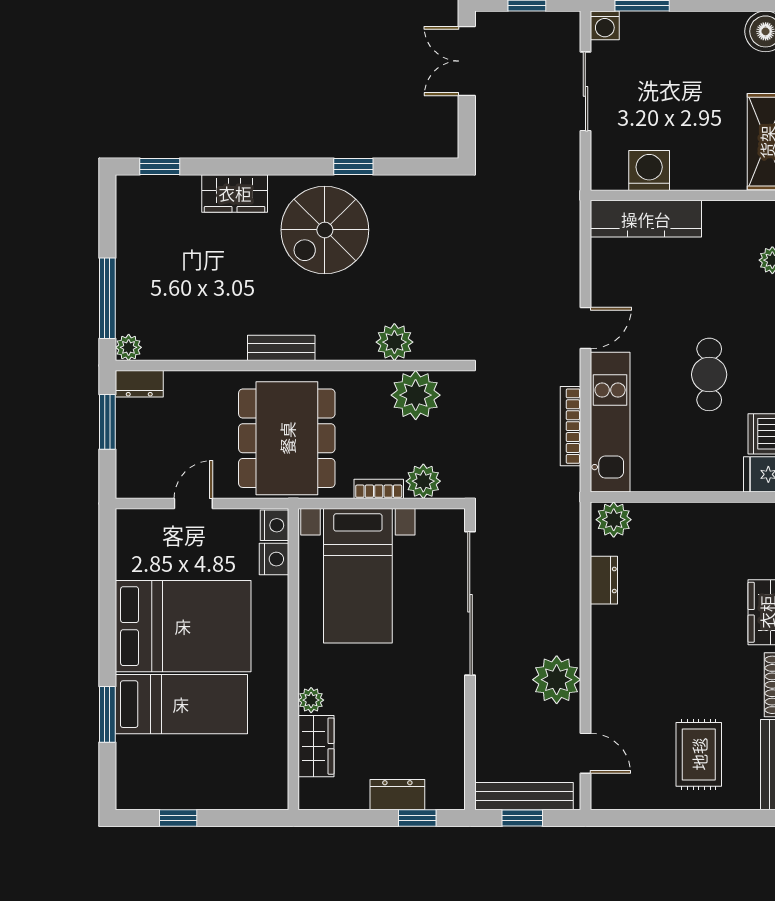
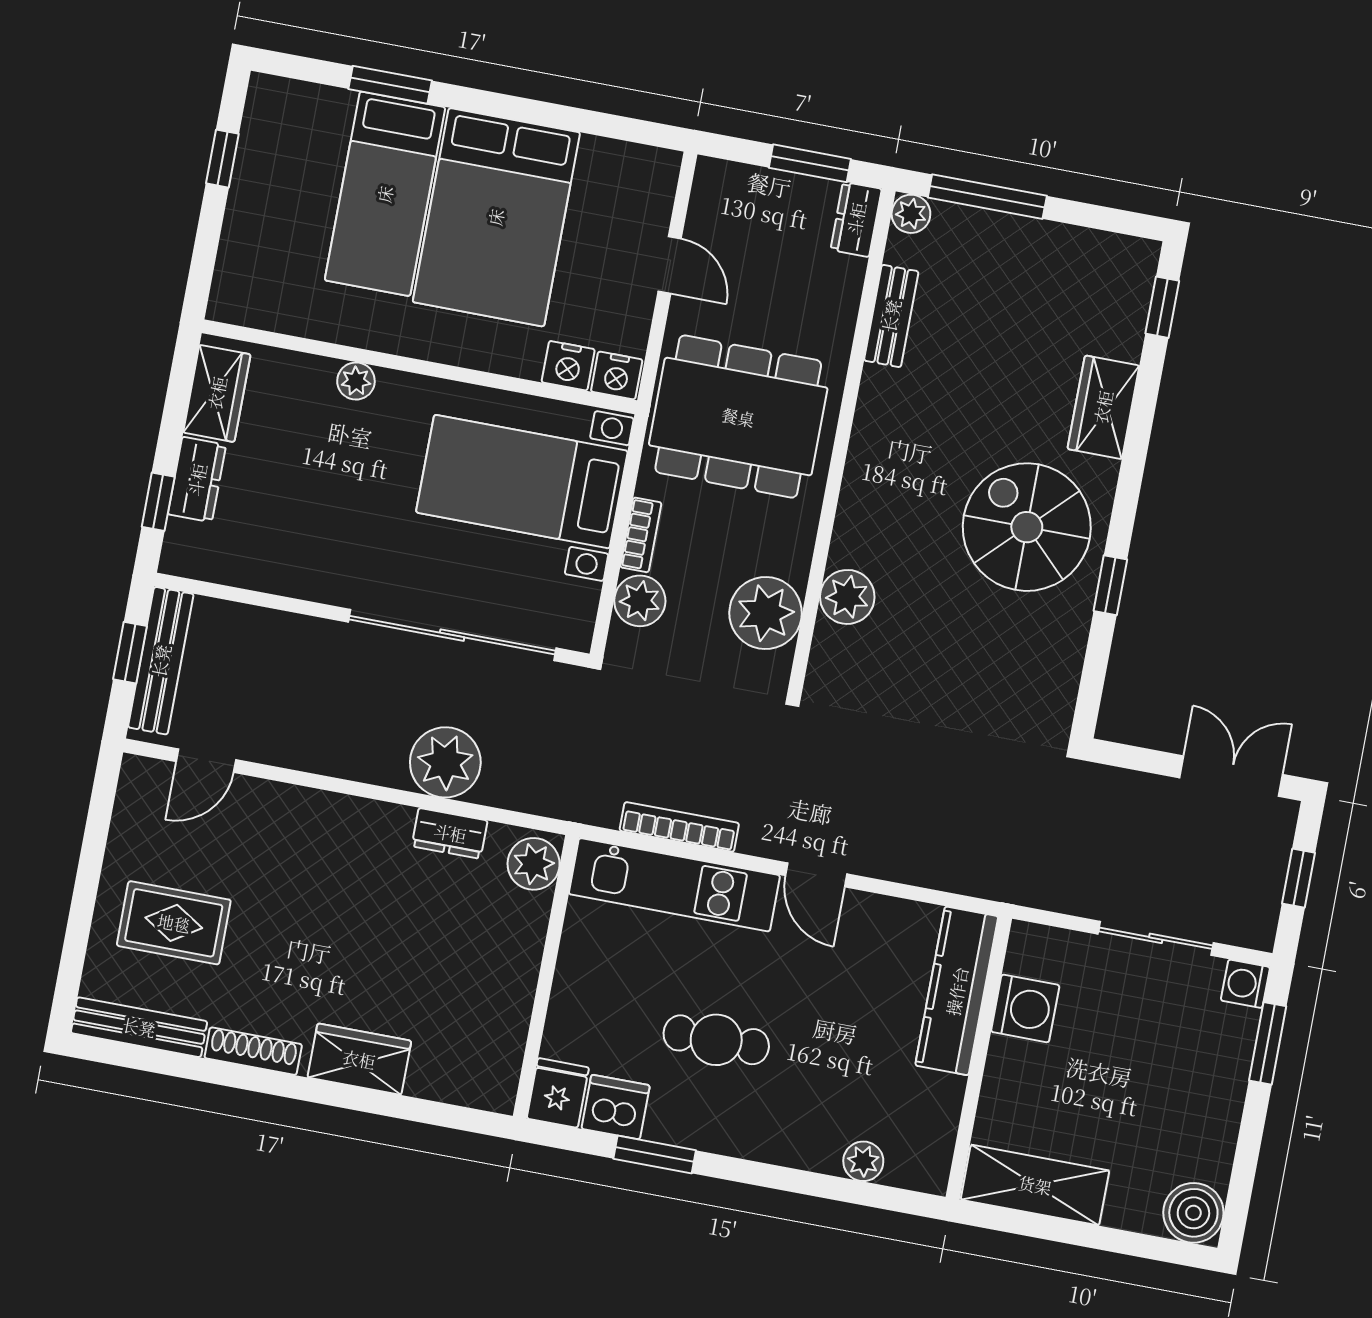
bench: (281, 348) -> (891, 316), moved
plant: (557, 680) -> (445, 762), moved
wardrobe: (316, 746) -> (217, 393), moved, turned -90

